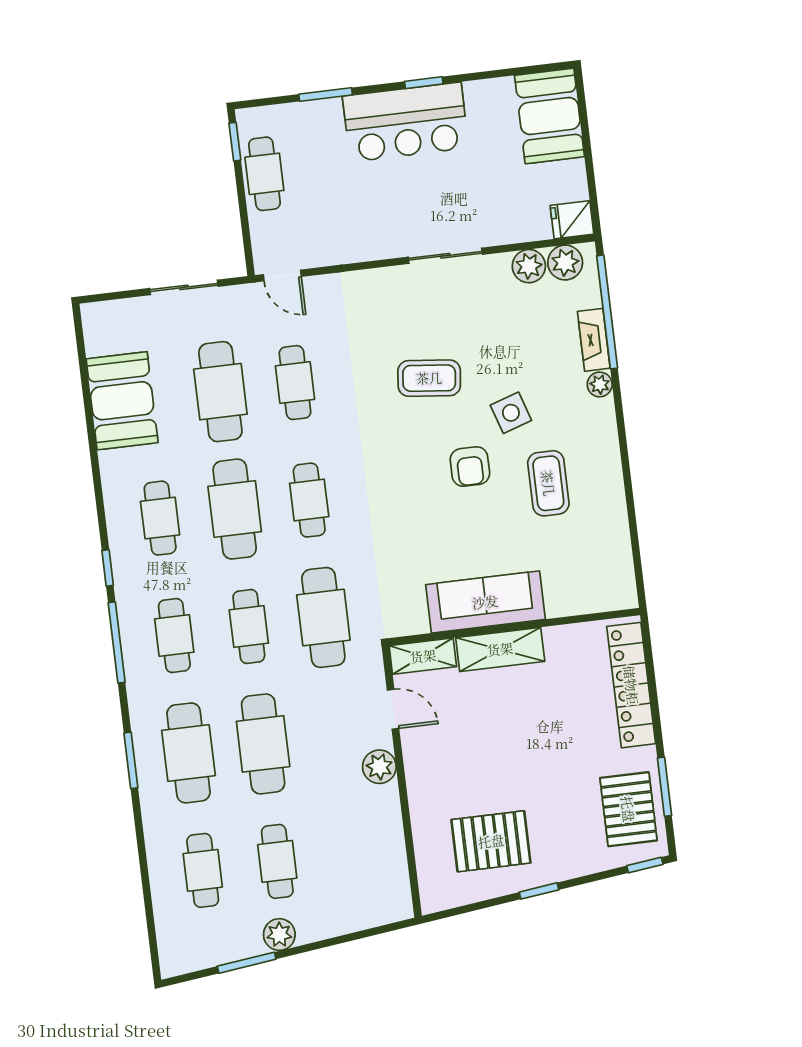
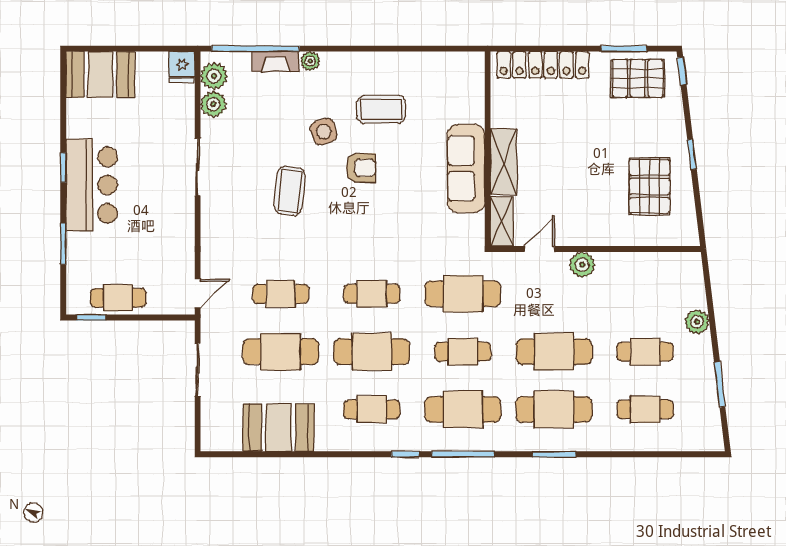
cafe table: (174, 636) -> (463, 409), width x1.37, depth x1.35
plant: (279, 935) -> (697, 322), moved

